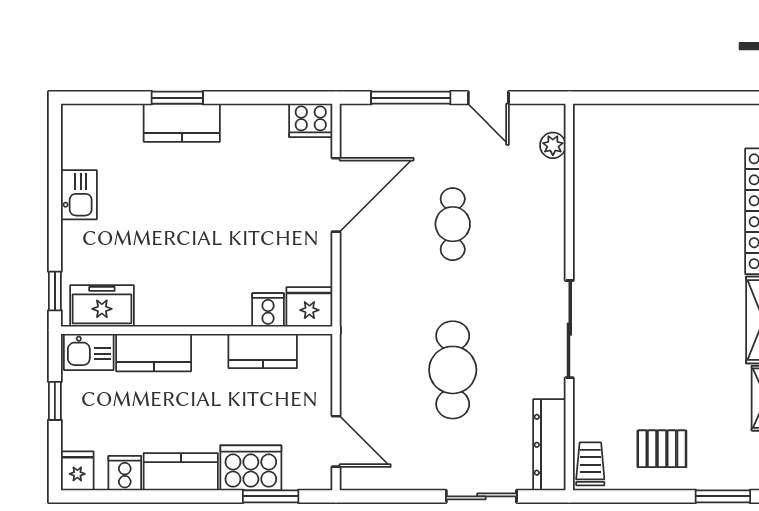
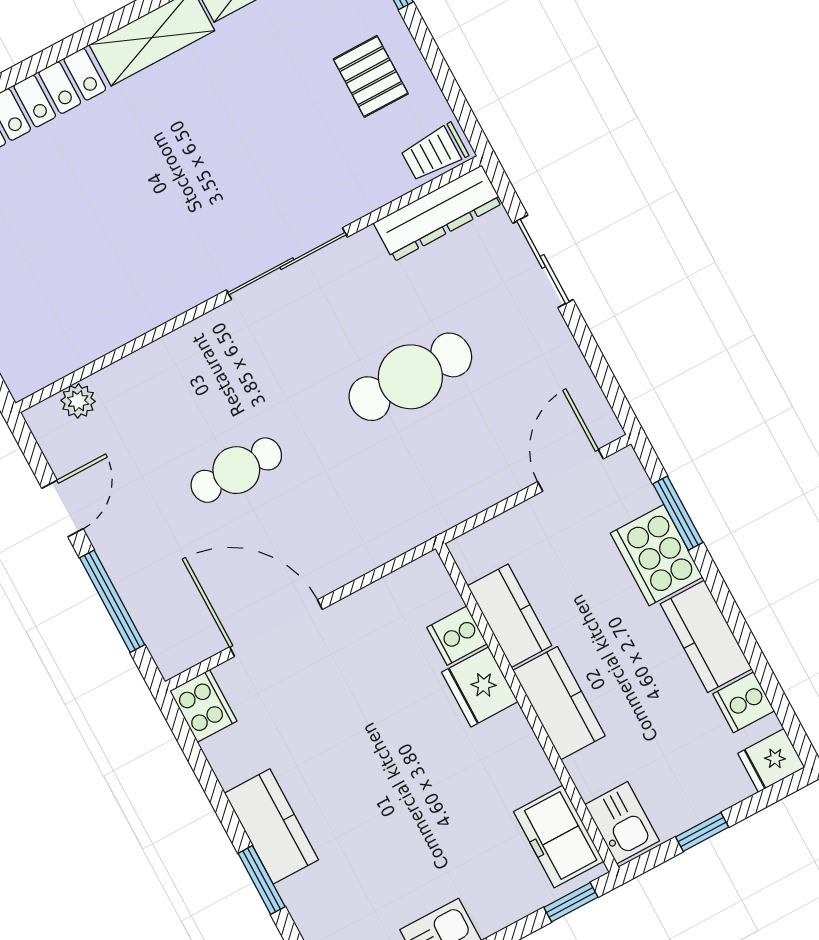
kitchen counter: (182, 123) -> (272, 826), moved
fridge: (309, 307) -> (480, 687), moved
kitchen counter: (154, 353) -> (559, 703), moved

